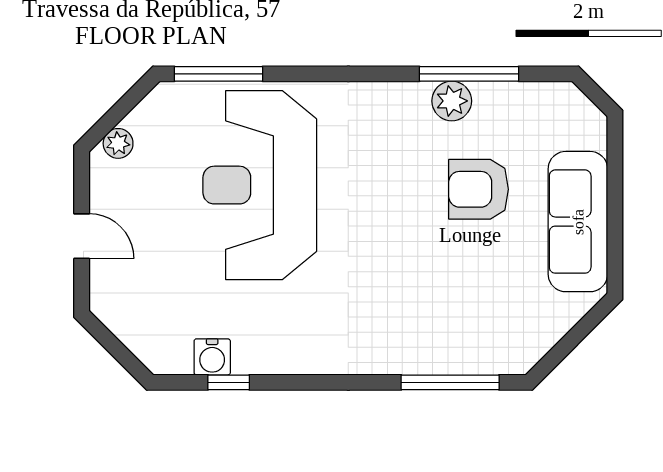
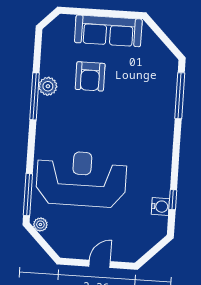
window: (469, 74) -> (34, 96), moved
plant: (118, 143) -> (40, 224), moved
reception desk: (260, 185) -> (81, 179), turned 180

